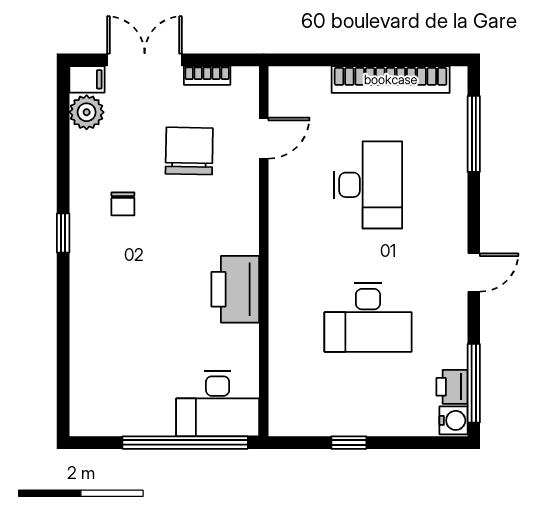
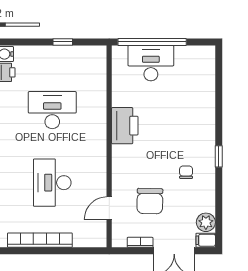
desk: (218, 404) -> (151, 63), moved

